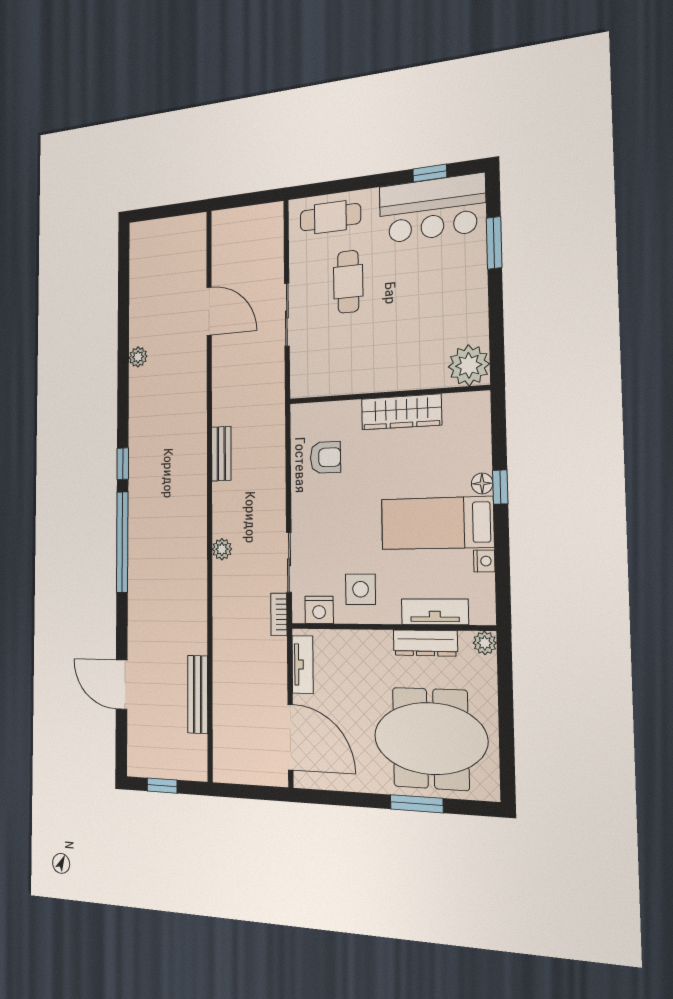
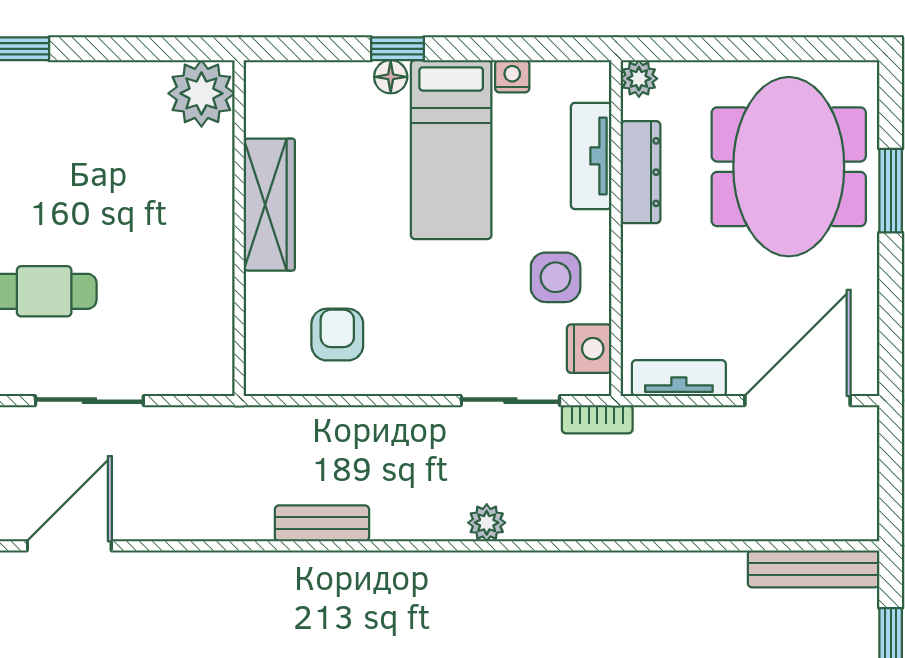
bench: (198, 694) -> (814, 569), moved

